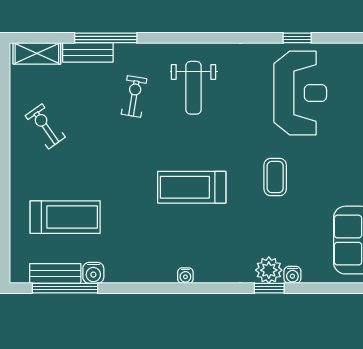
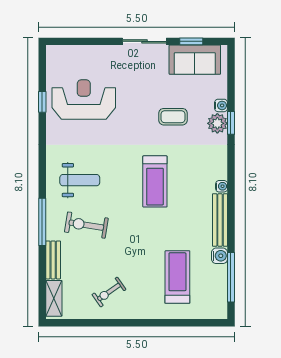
window: (106, 38) -> (42, 222), moved
exercise bike: (134, 96) -> (86, 225), width x1.38, depth x1.39
coffee table: (275, 177) -> (173, 117), moved
bench: (55, 273) -> (220, 220), moved, width x1.36

